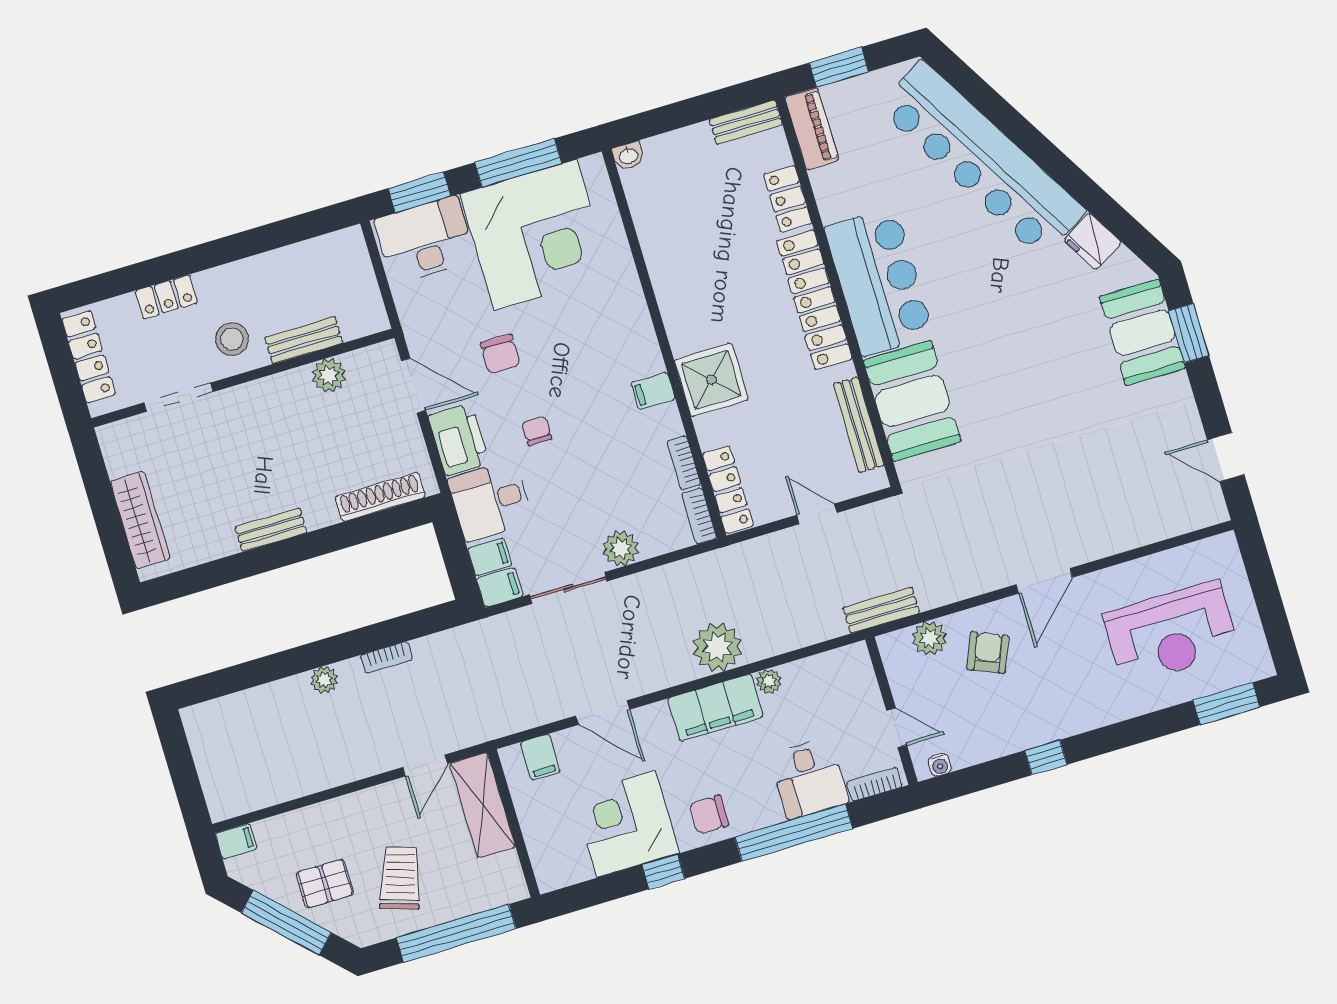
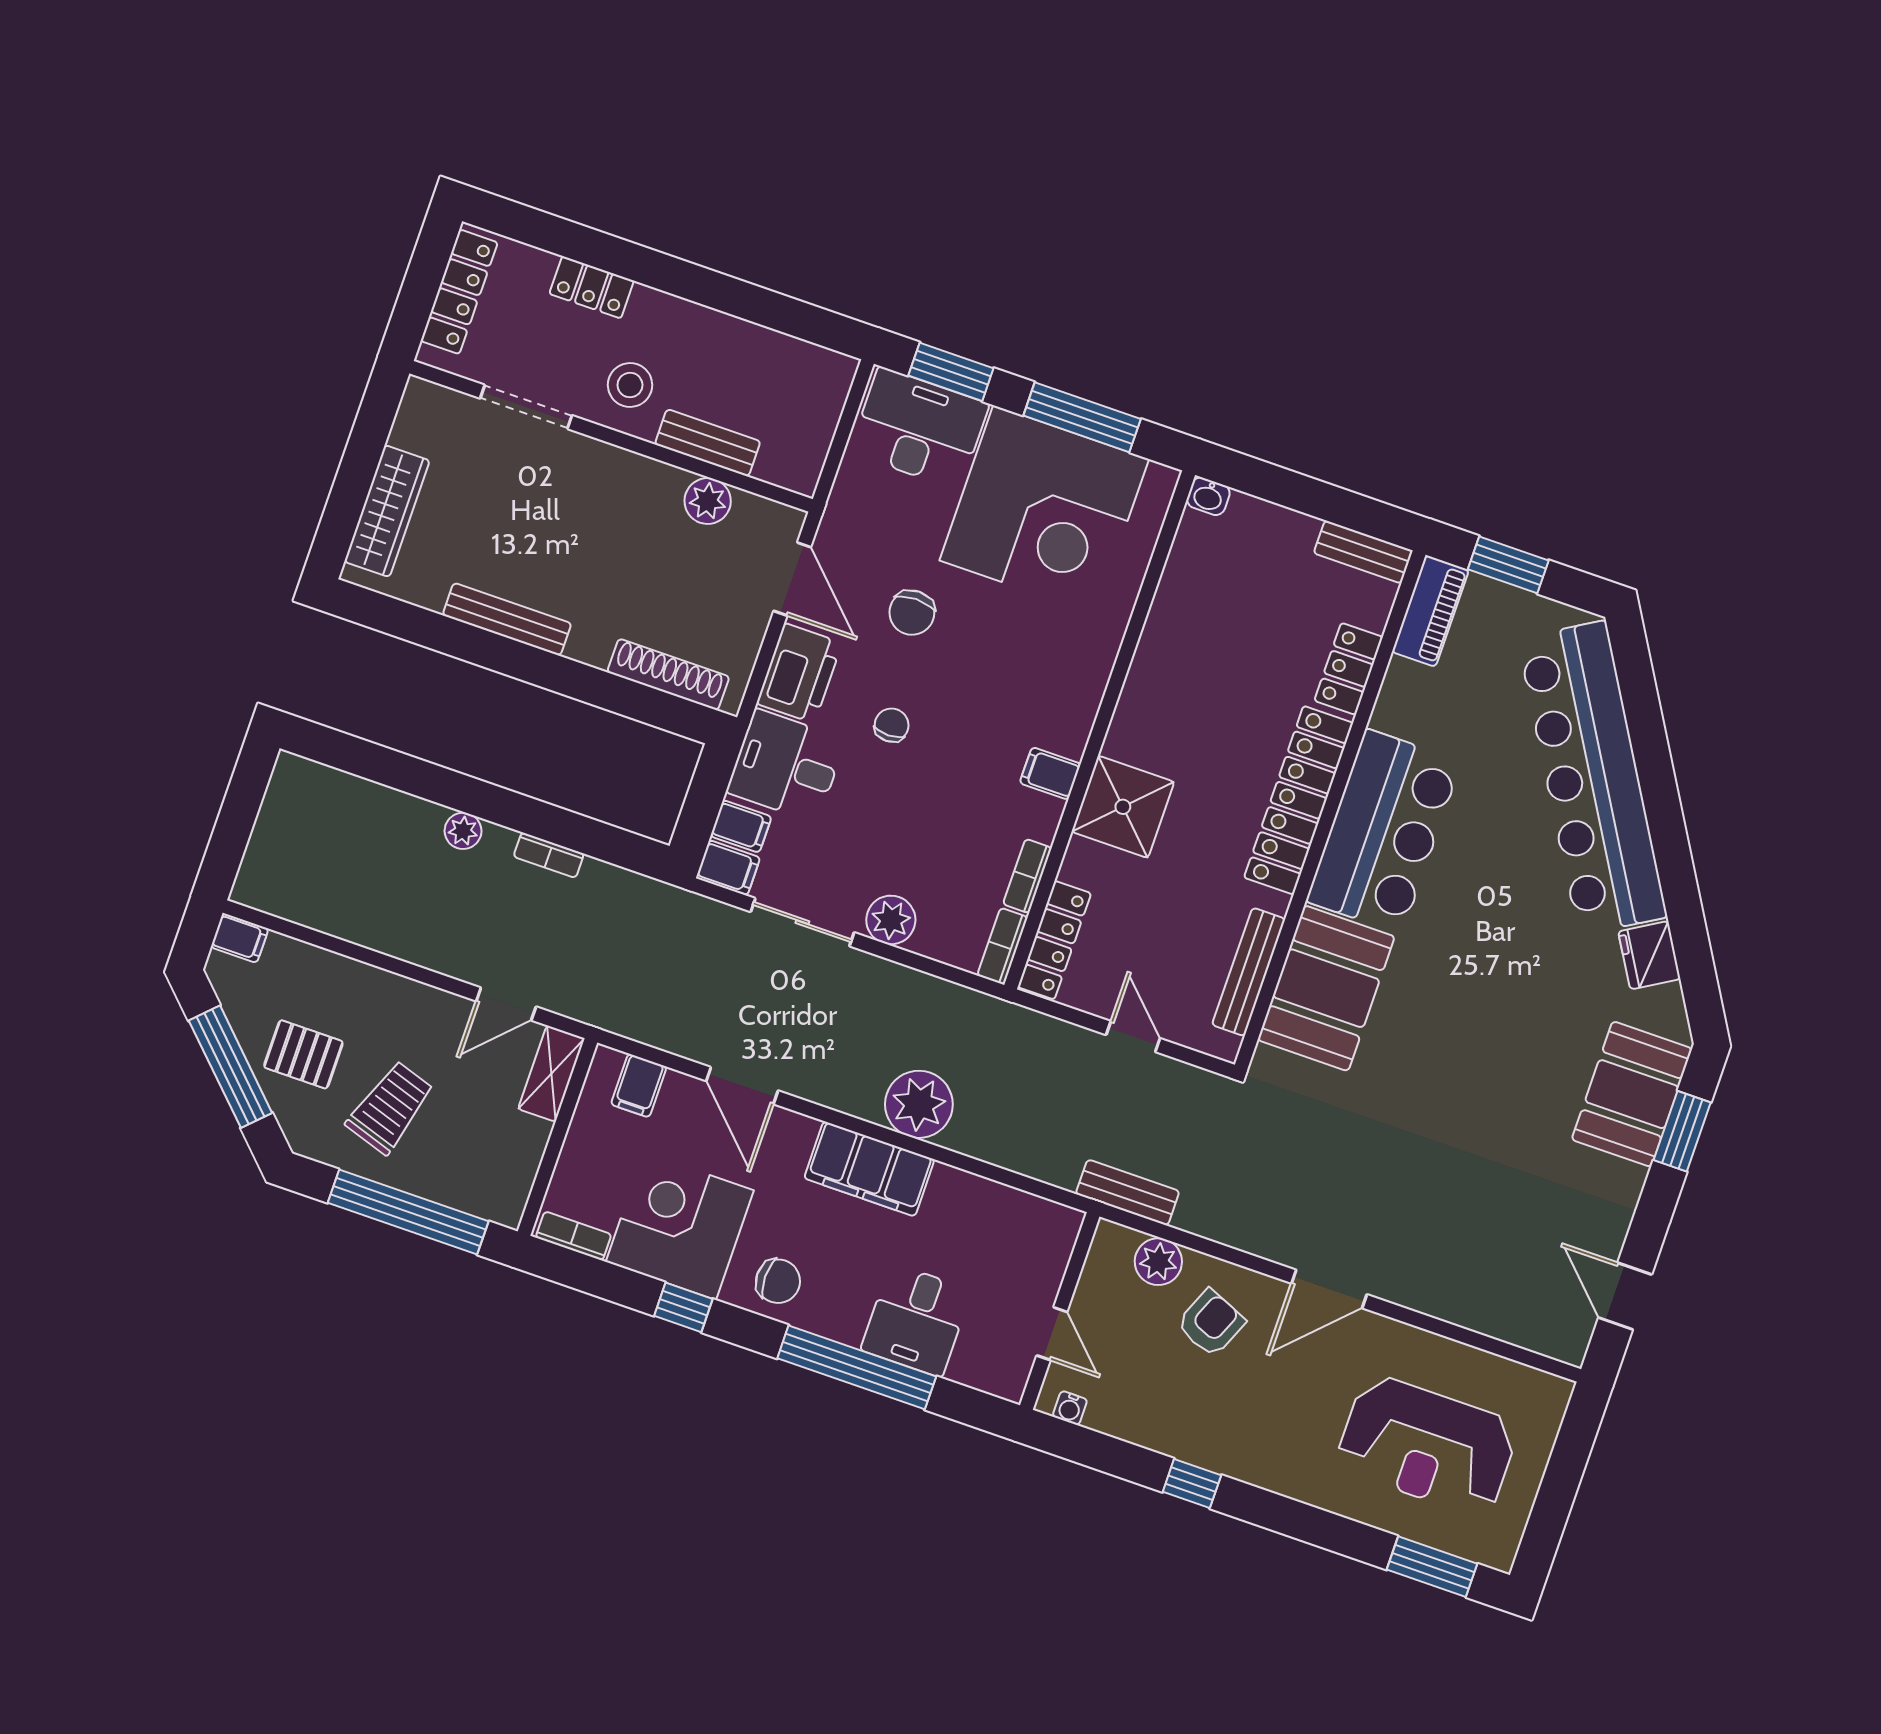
bench: (271, 530) -> (507, 619), width x1.36
plant: (769, 681) -> (949, 1182), removed
bookcase: (874, 784) -> (574, 1236), moved
shelving: (483, 805) -> (551, 1074), width x0.67, depth x0.75
chair: (709, 815) -> (778, 1281), turned 180

